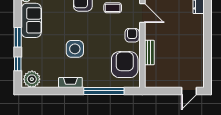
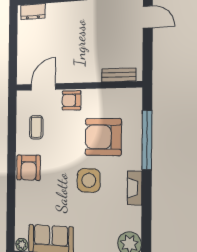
bench: (149, 53) -> (119, 75), moved
armchair: (125, 65) -> (103, 137), moved

